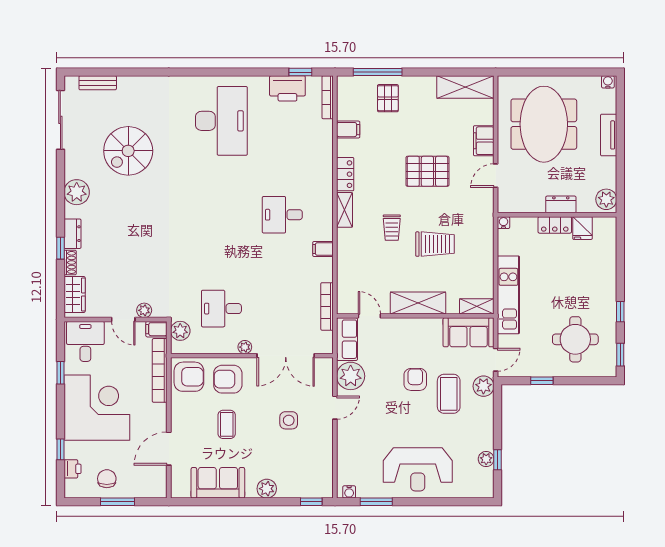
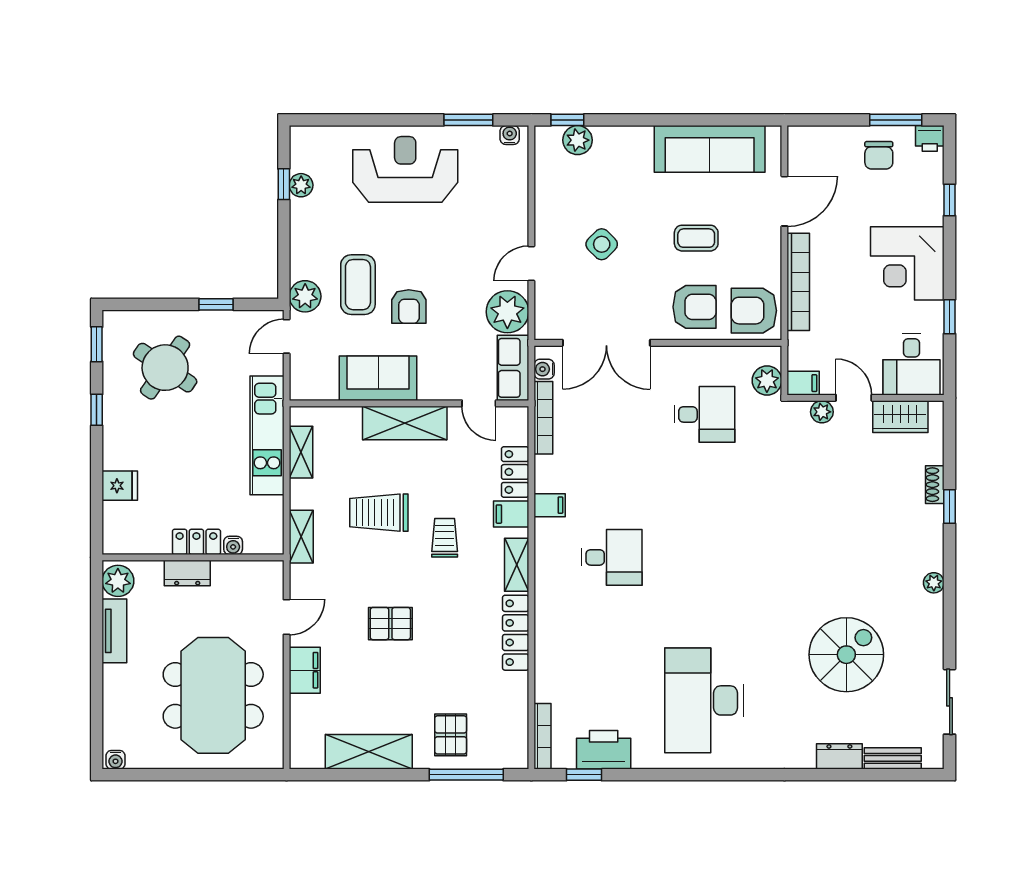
shelving: (465, 87) -> (369, 752), moved
sliding door: (60, 120) -> (950, 702), width x0.73
filing cabinet: (348, 130) -> (511, 514), moved
tv unit: (609, 135) -> (114, 631), moved
pallet: (427, 171) -> (390, 624), width x0.67, depth x0.71
locker: (345, 174) -> (516, 633), width x1.53
plant: (77, 192) -> (934, 583), width x0.53, depth x0.53
water cooler: (503, 223) -> (233, 545), moved
shelving: (486, 228) -> (301, 537), added
fridge: (582, 228) -> (120, 486), moved, turned 90
dresser: (72, 234) -> (839, 756), moved, turned 90
locker: (346, 271) -> (515, 472), added
wardrobe: (75, 294) -> (900, 417), moved, turned -90
shelving: (477, 306) -> (301, 452), moved, turned 90
sofa: (469, 332) -> (378, 378), moved
water cooler: (327, 338) -> (544, 369), added
round table: (575, 339) -> (165, 368), turned 34
plant: (245, 347) -> (669, 356), removed
double door: (286, 356) -> (606, 343), swing flipped
bookcase: (160, 370) -> (798, 282), moved
corner desk: (97, 408) -> (907, 263), width x0.74, depth x0.74
side table: (289, 420) -> (602, 244), turned 45
coffee table: (227, 424) -> (696, 238), turned 90
printer: (72, 469) -> (930, 138), moved, turned -90
sofa: (218, 483) -> (710, 149), width x1.36
plant: (267, 489) -> (578, 140), moved
window: (117, 502) -> (896, 120), moved

